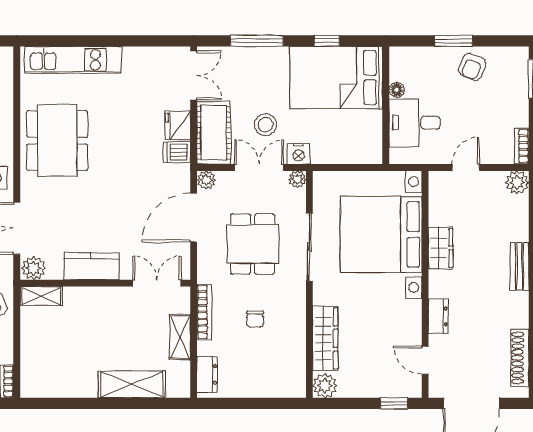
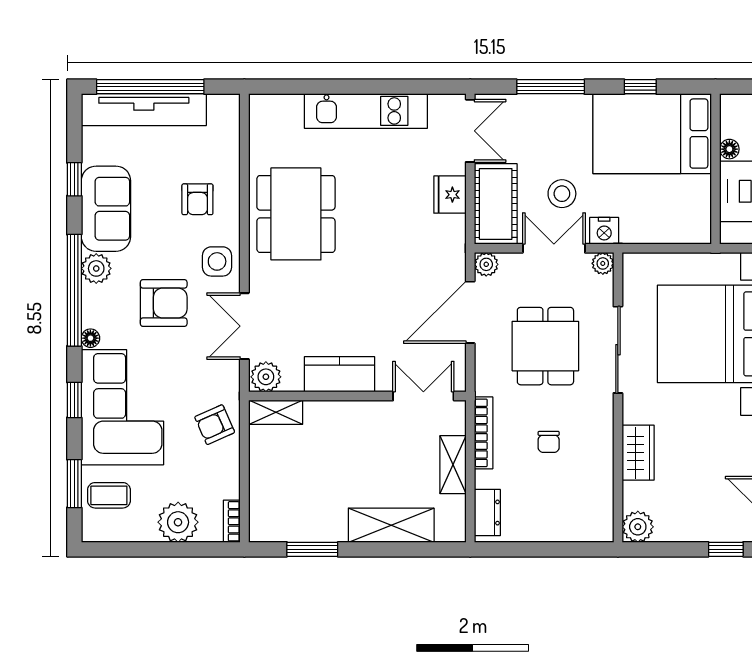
kitchen unit: (73, 60) -> (366, 111), moved
dishwasher: (177, 152) -> (449, 229), removed
wardrobe: (325, 338) -> (638, 453), width x0.67
window: (70, 403) -> (312, 549), added

